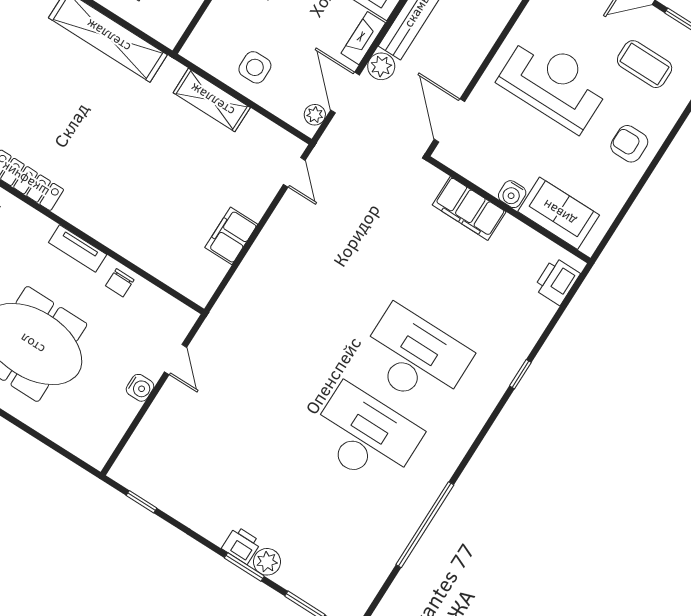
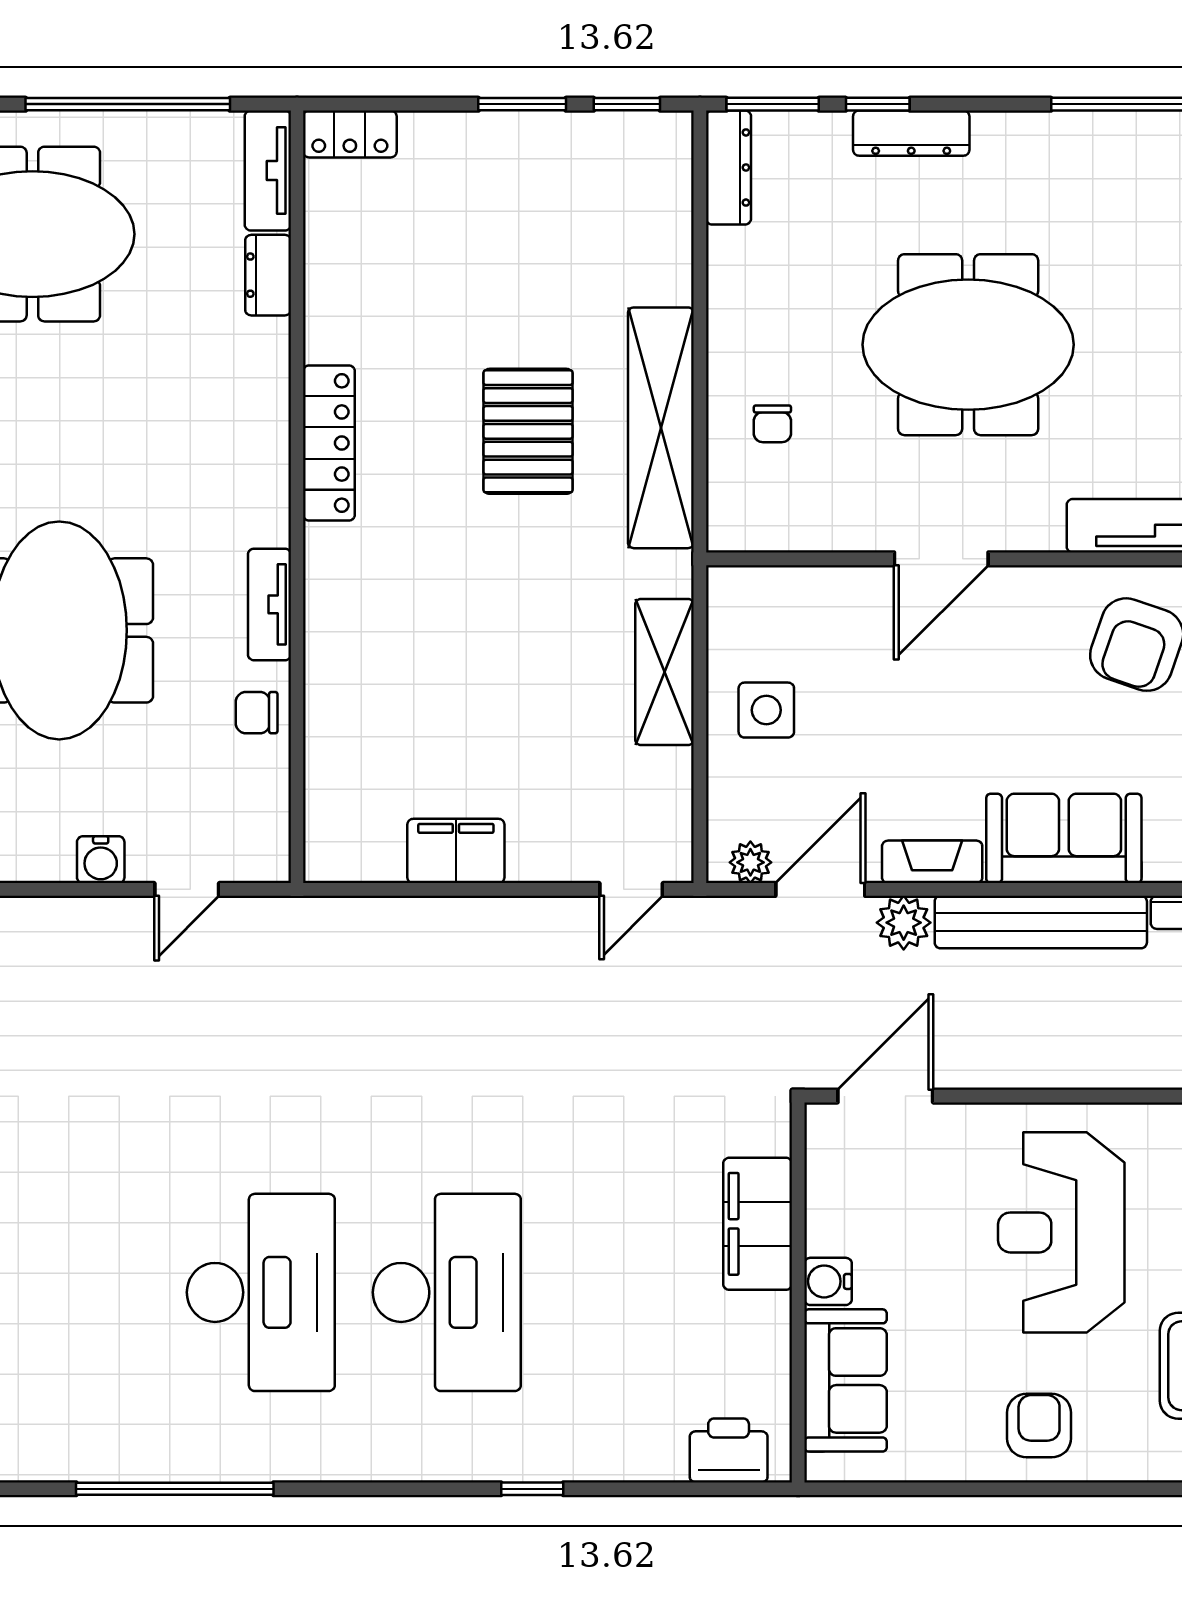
reception desk: (554, 83) -> (1061, 1232), turned 180
pallet: (74, 93) -> (528, 431), added

